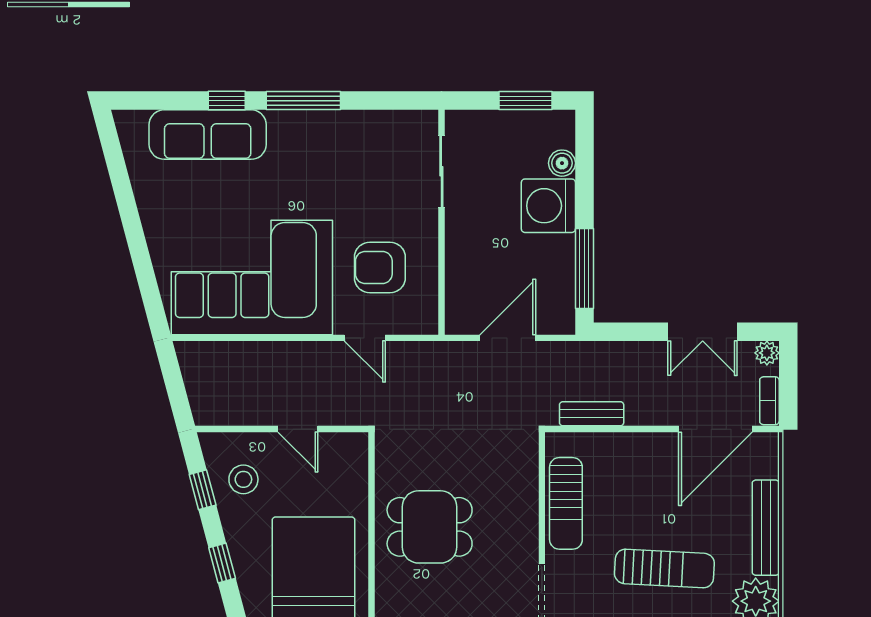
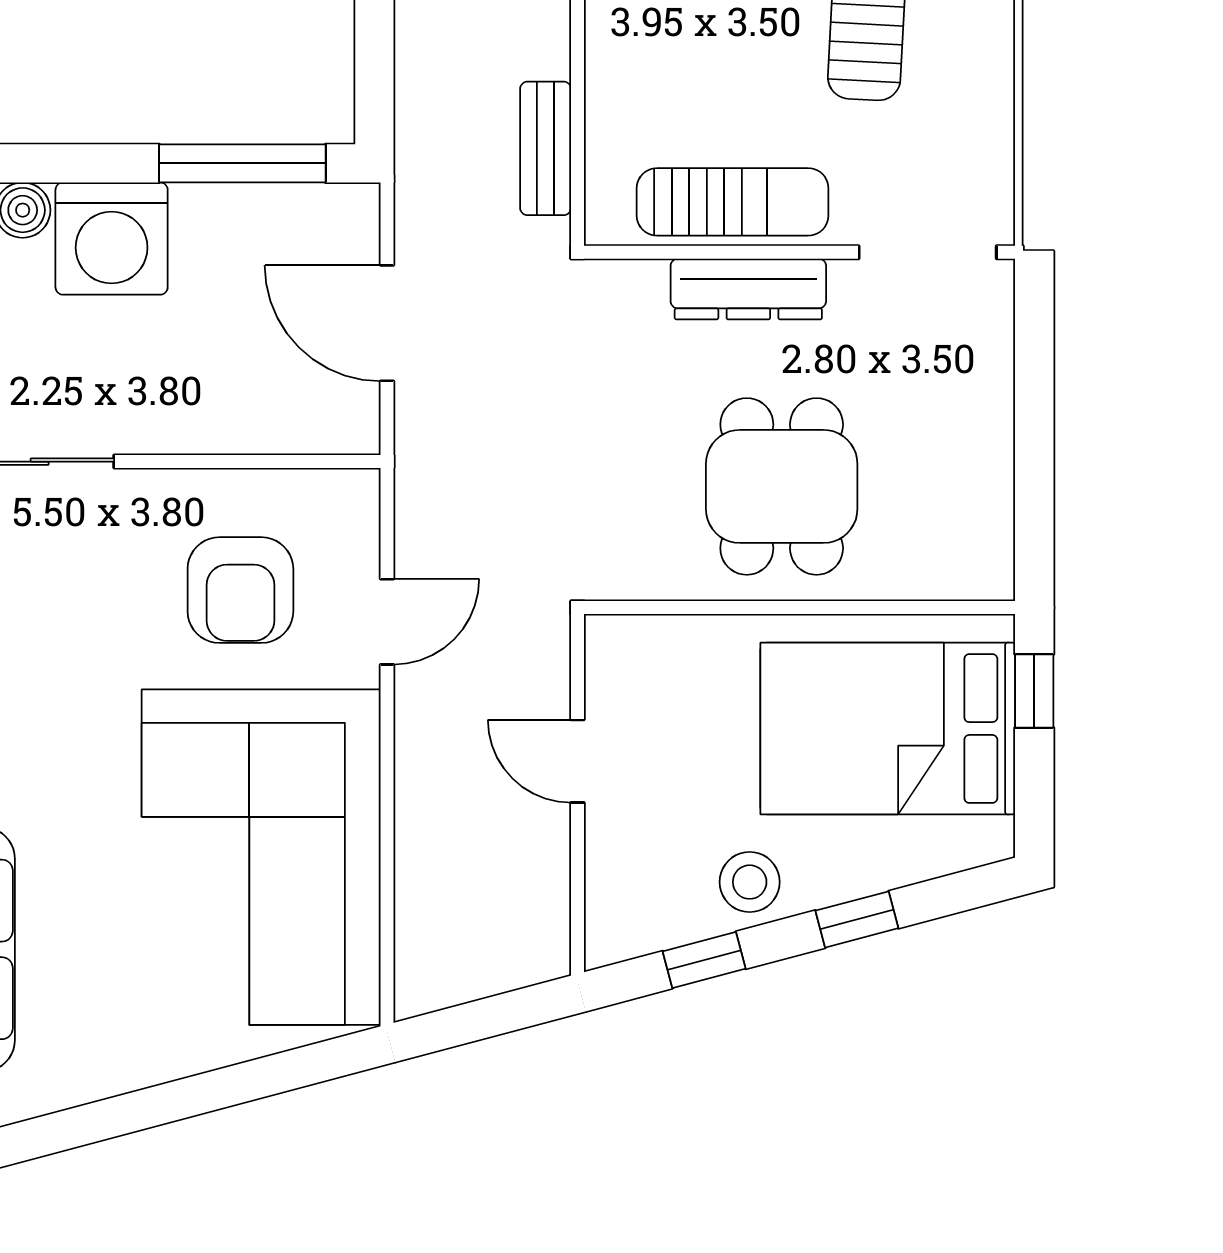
door: (298, 429) -> (577, 761), swing flipped
stool: (243, 479) -> (750, 882), moved
dresser: (524, 511) -> (748, 289), added

